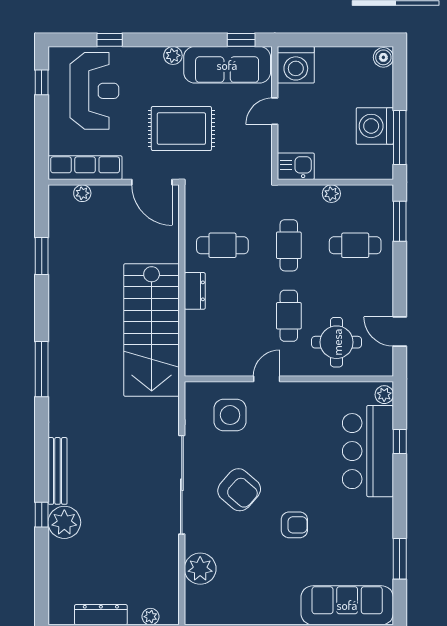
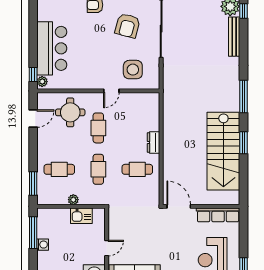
washing machine: (375, 126) -> (43, 245), width x0.53, depth x0.53
rug: (181, 129) -> (161, 238), removed
kitchen sink: (296, 166) -> (81, 216), moved
plant: (82, 193) -> (220, 200), removed
window: (42, 256) -> (244, 143), moved
stairs: (152, 330) -> (223, 151), moved, turned 180
door: (400, 332) -> (33, 119), hinge flipped
window: (400, 441) -> (33, 75), moved
armchair: (239, 490) -> (127, 26), turned -116

